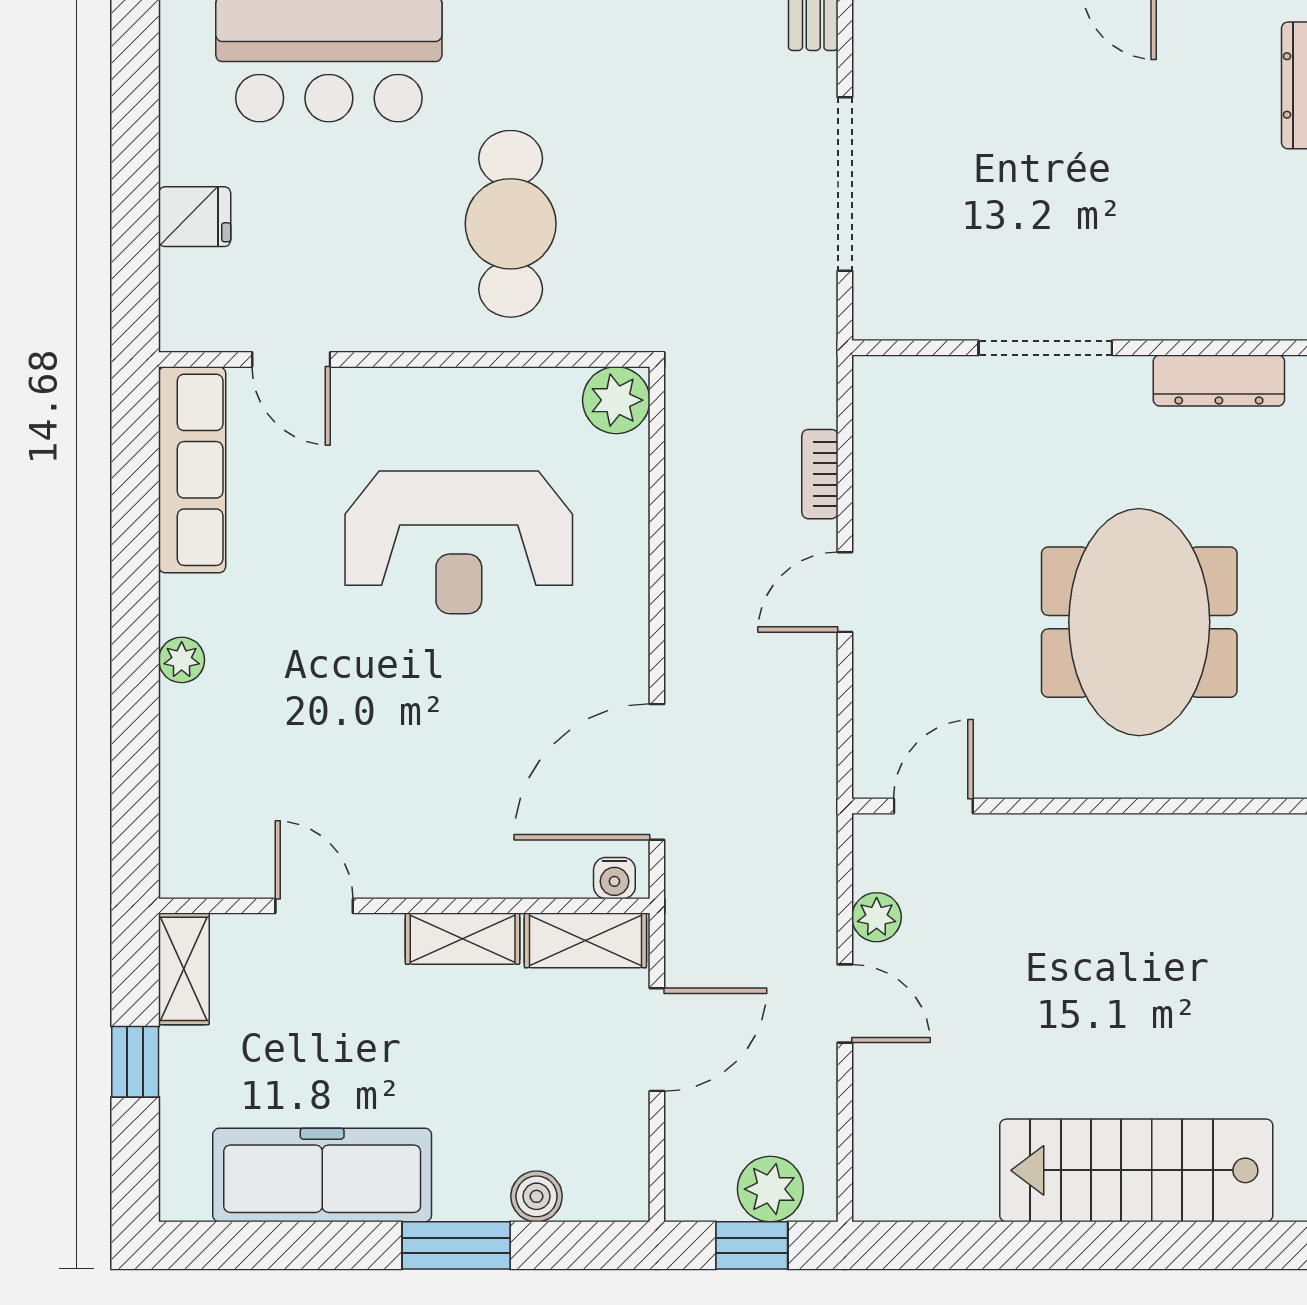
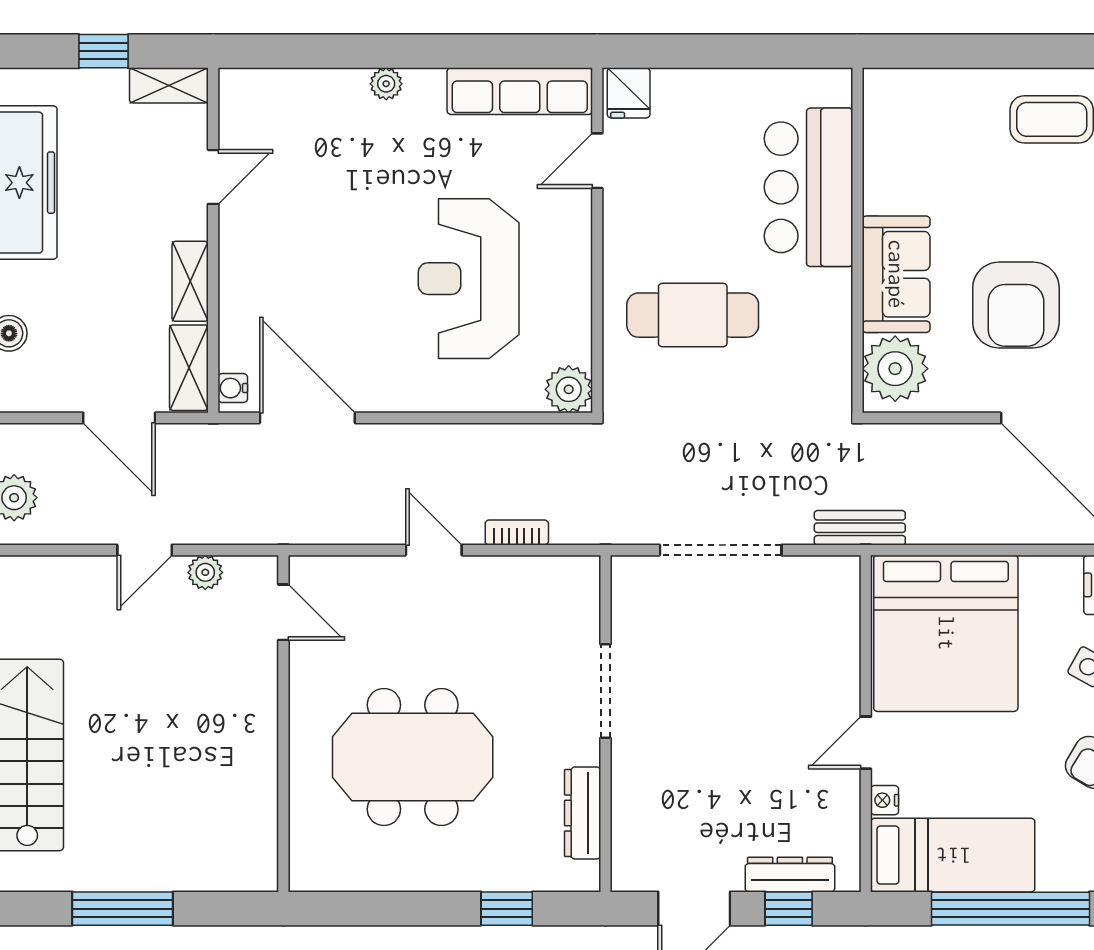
fridge: (195, 217) -> (629, 93), moved

